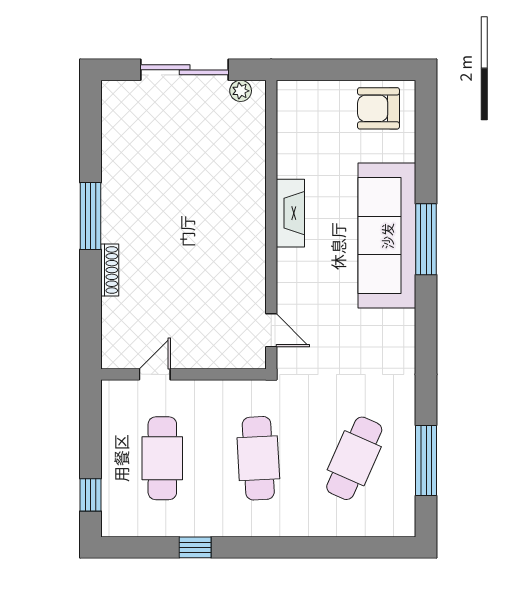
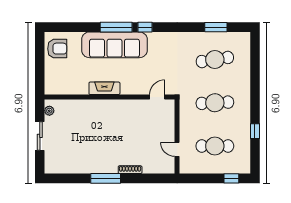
sliding door: (185, 70) -> (40, 136), width x0.73
armchair: (378, 108) -> (57, 49), turned -90
window: (426, 303) -> (145, 27), added
cafe table: (354, 458) -> (215, 59), turned -33
window: (426, 461) -> (216, 27), width x0.69

